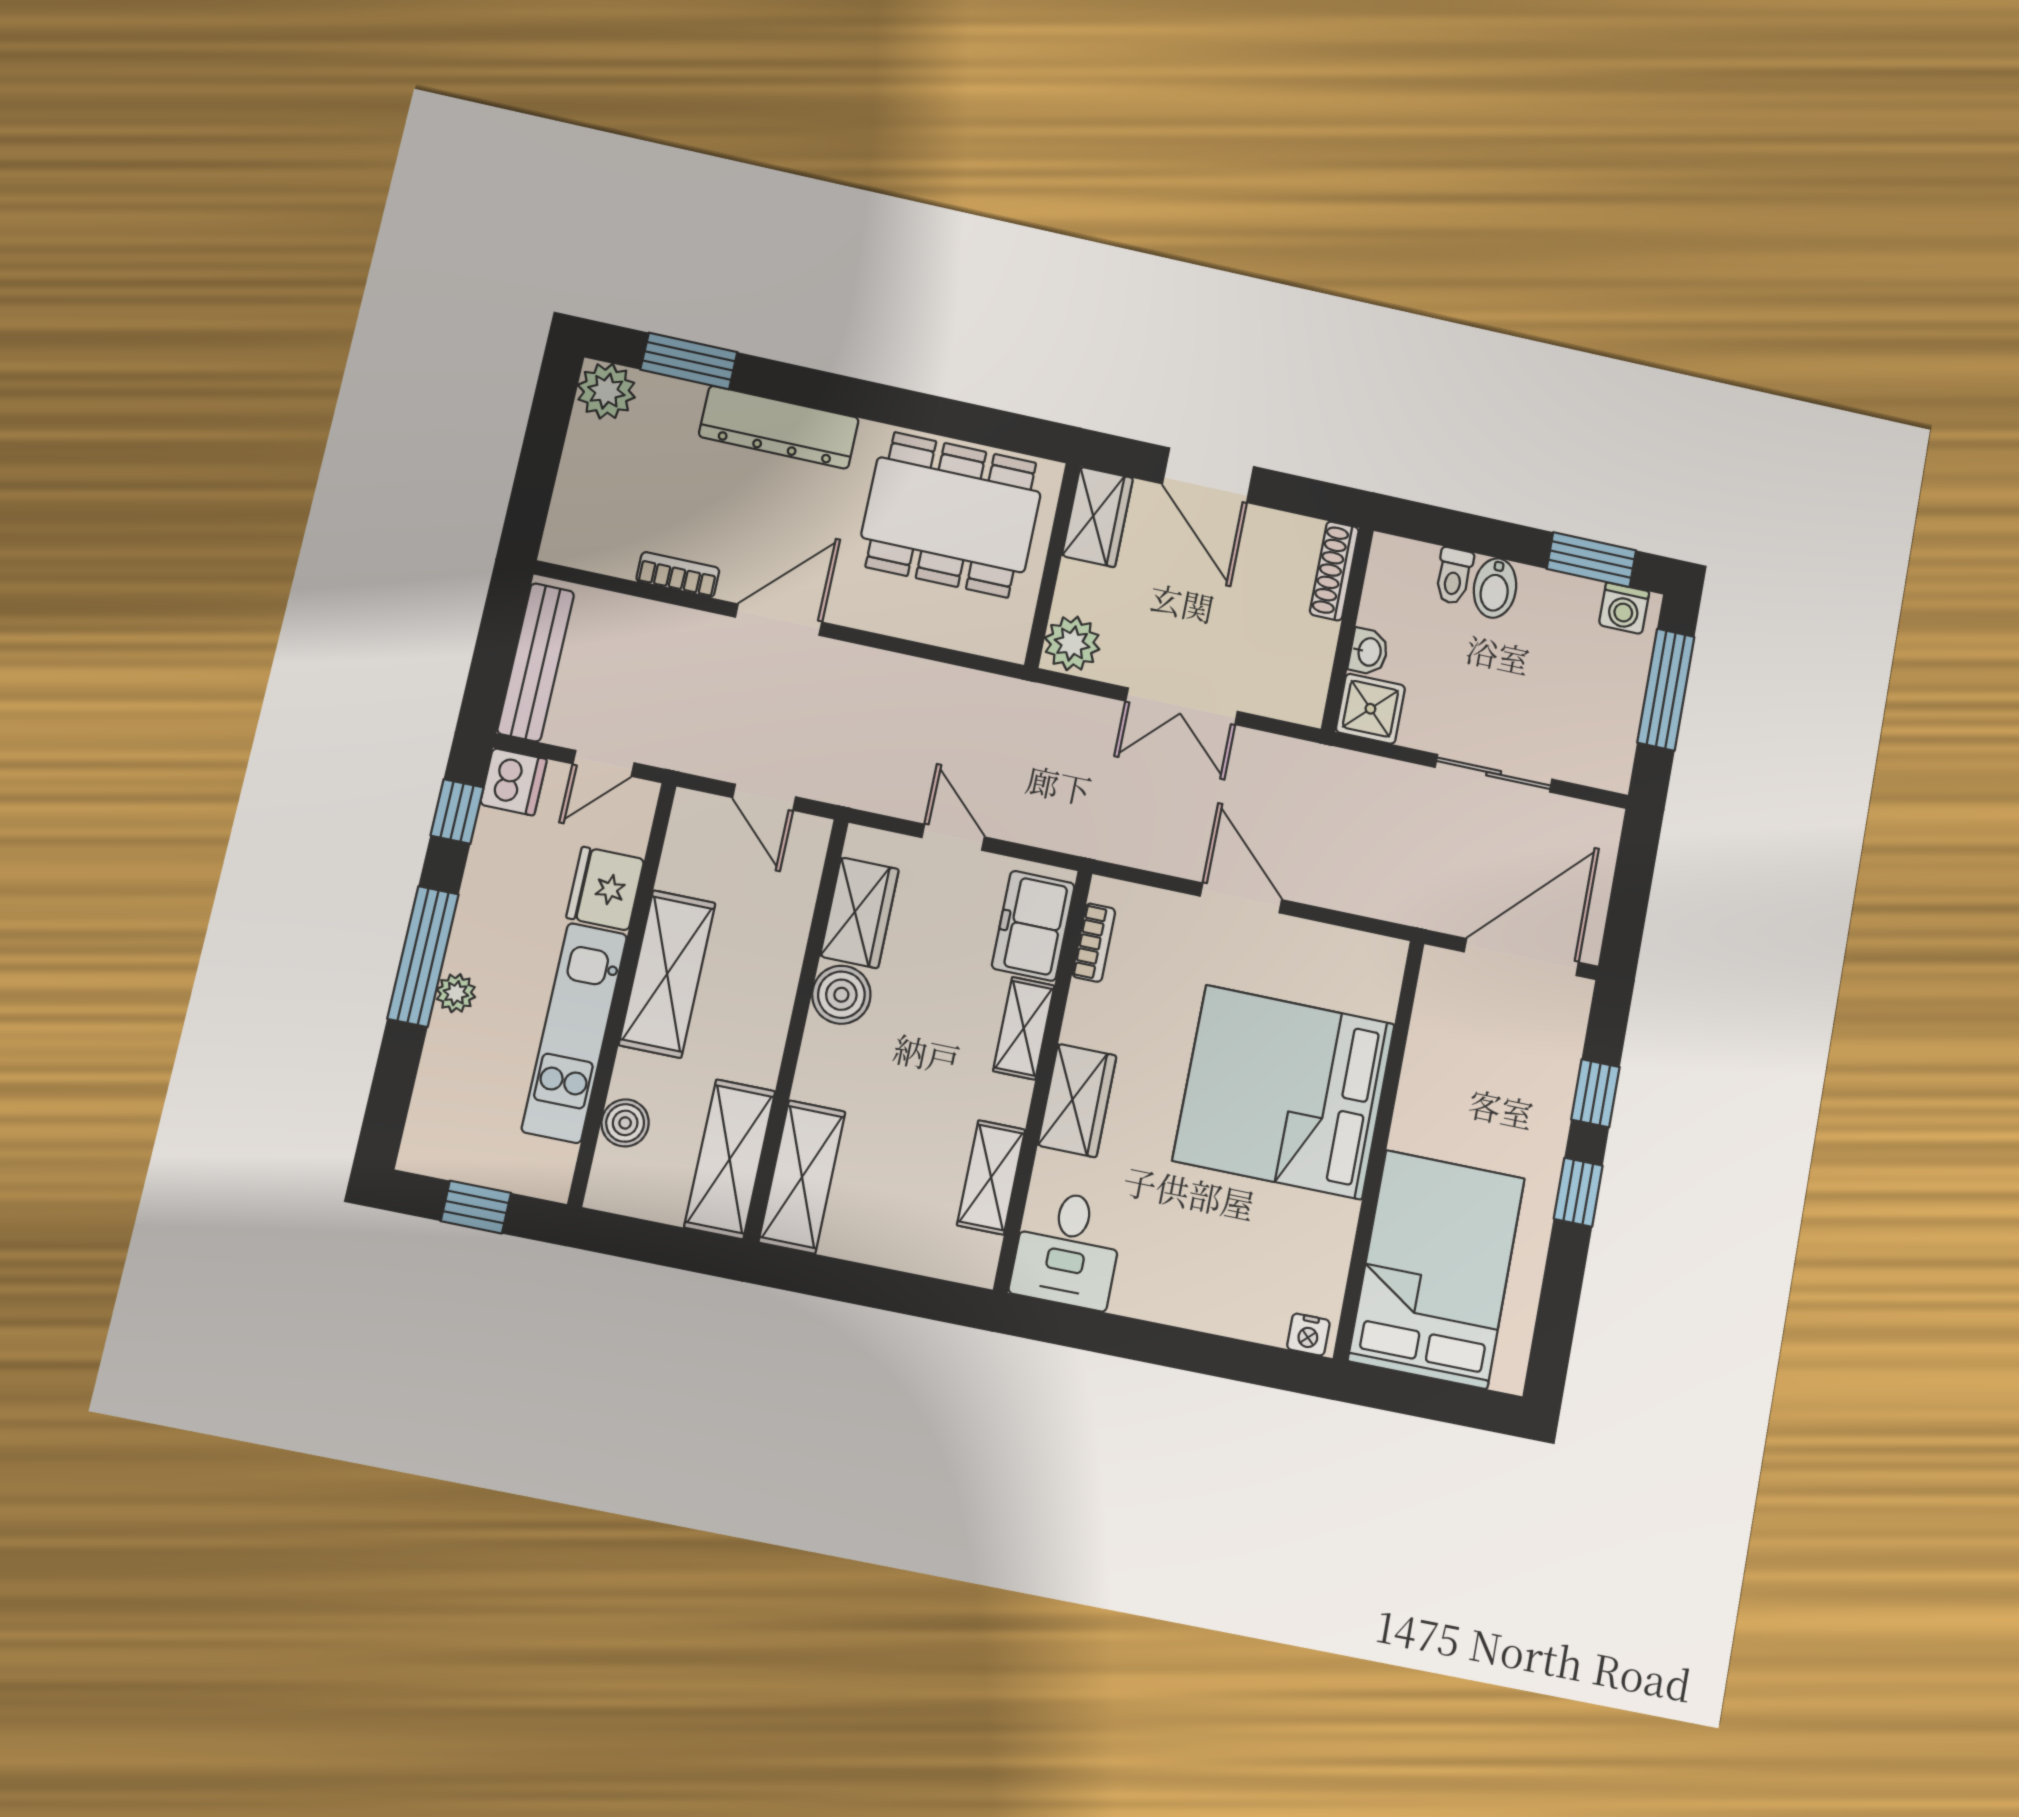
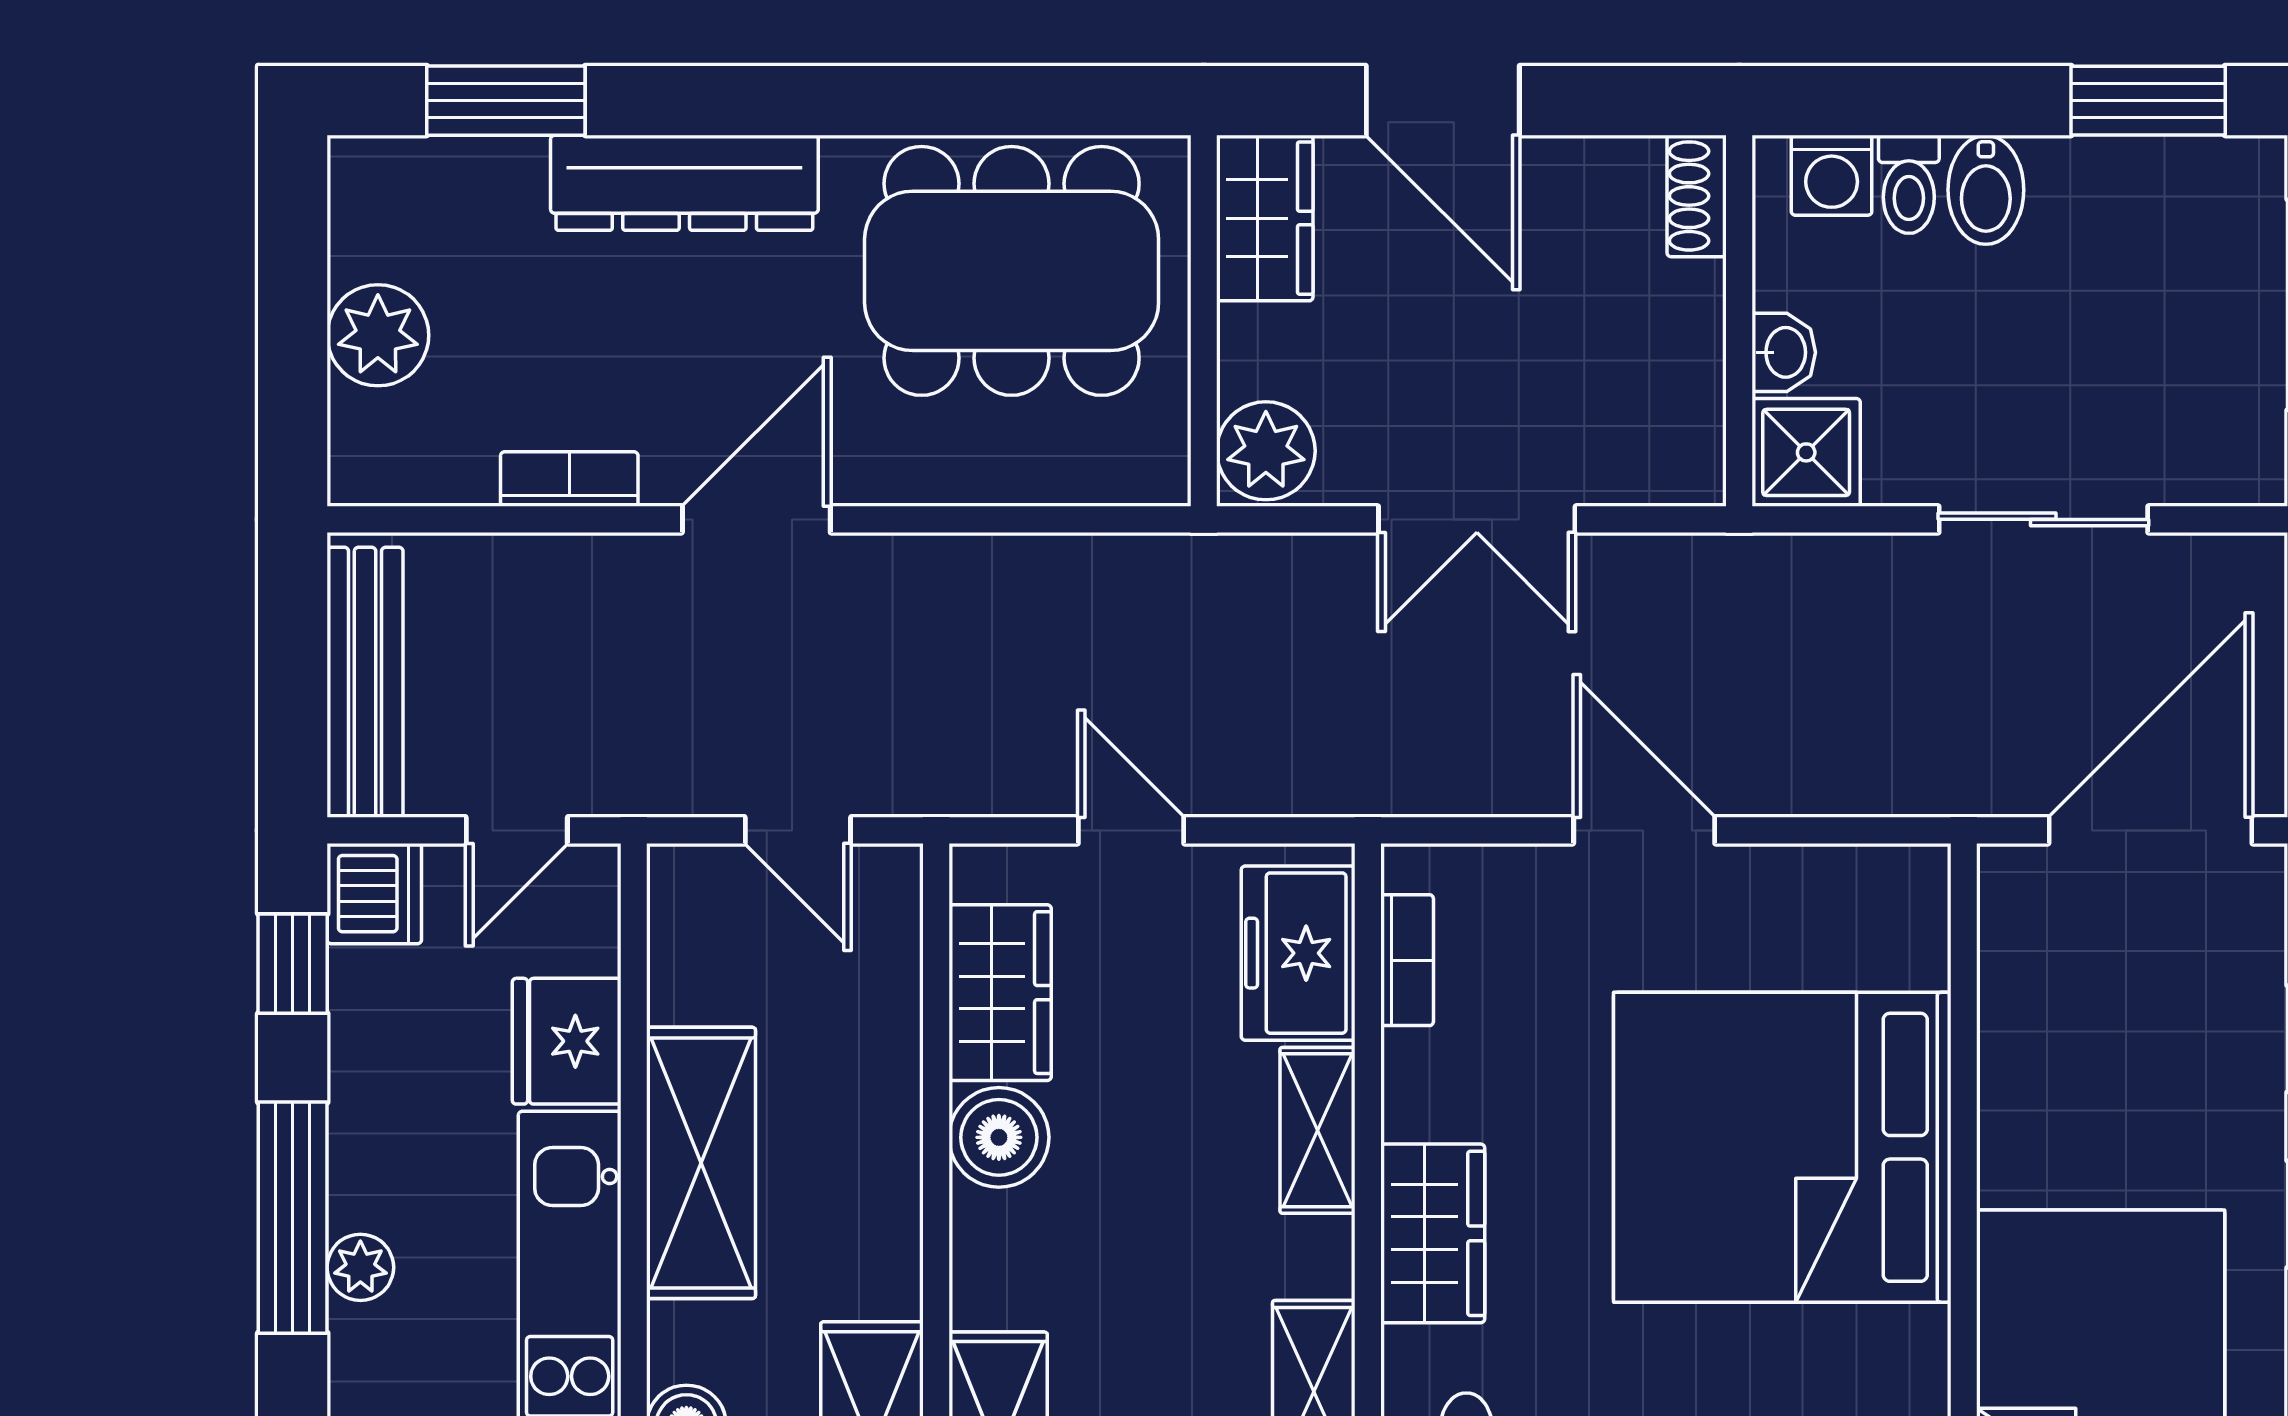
plant: (606, 391) -> (378, 335), moved
shoe rack: (1334, 571) -> (1697, 196), width x0.70
washing machine: (1624, 608) -> (1832, 175), moved

